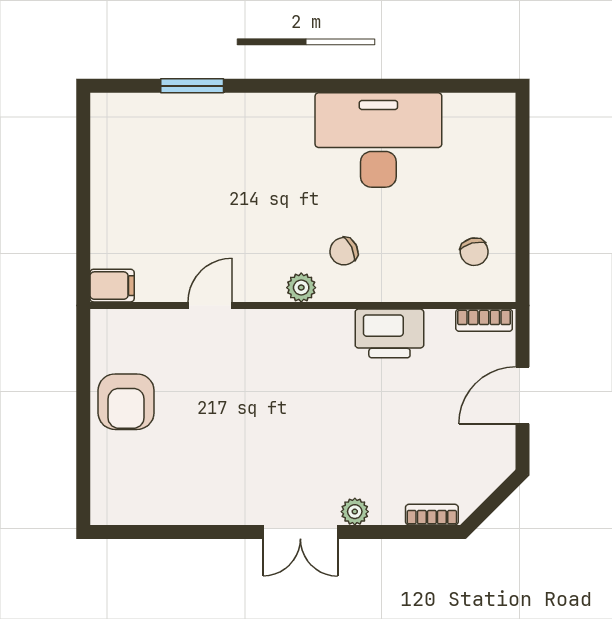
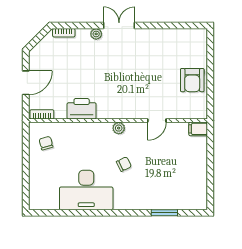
chair: (344, 251) -> (124, 164), moved
armchair: (126, 402) -> (192, 80), turned 180

